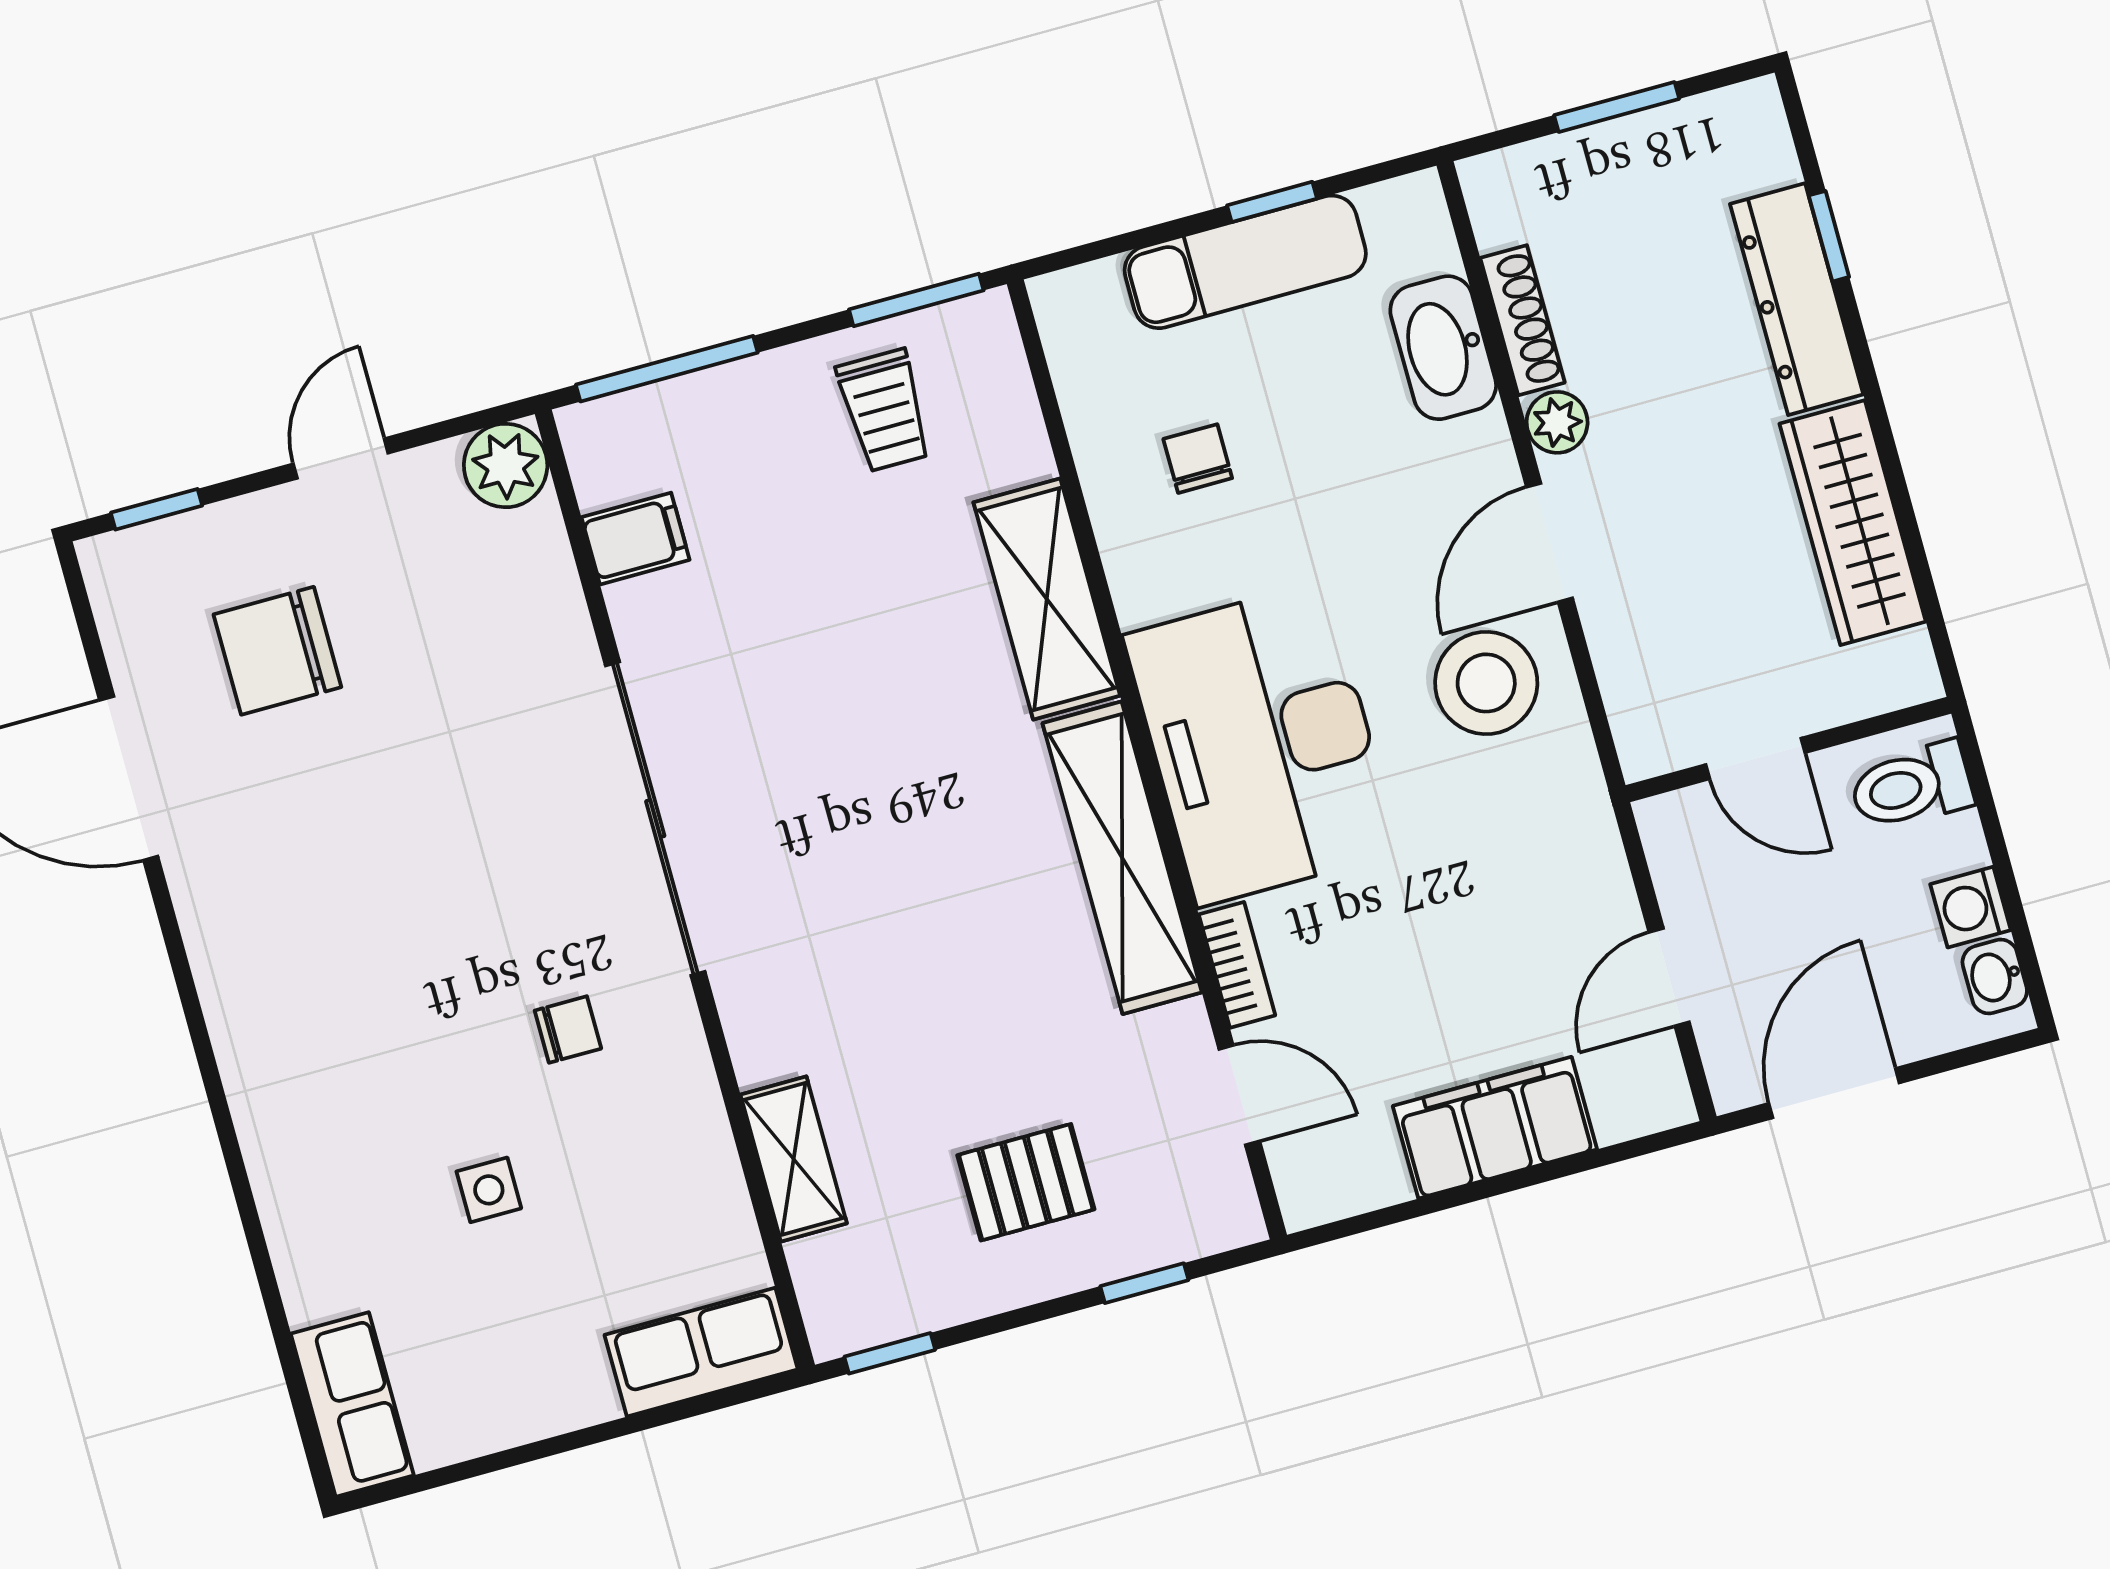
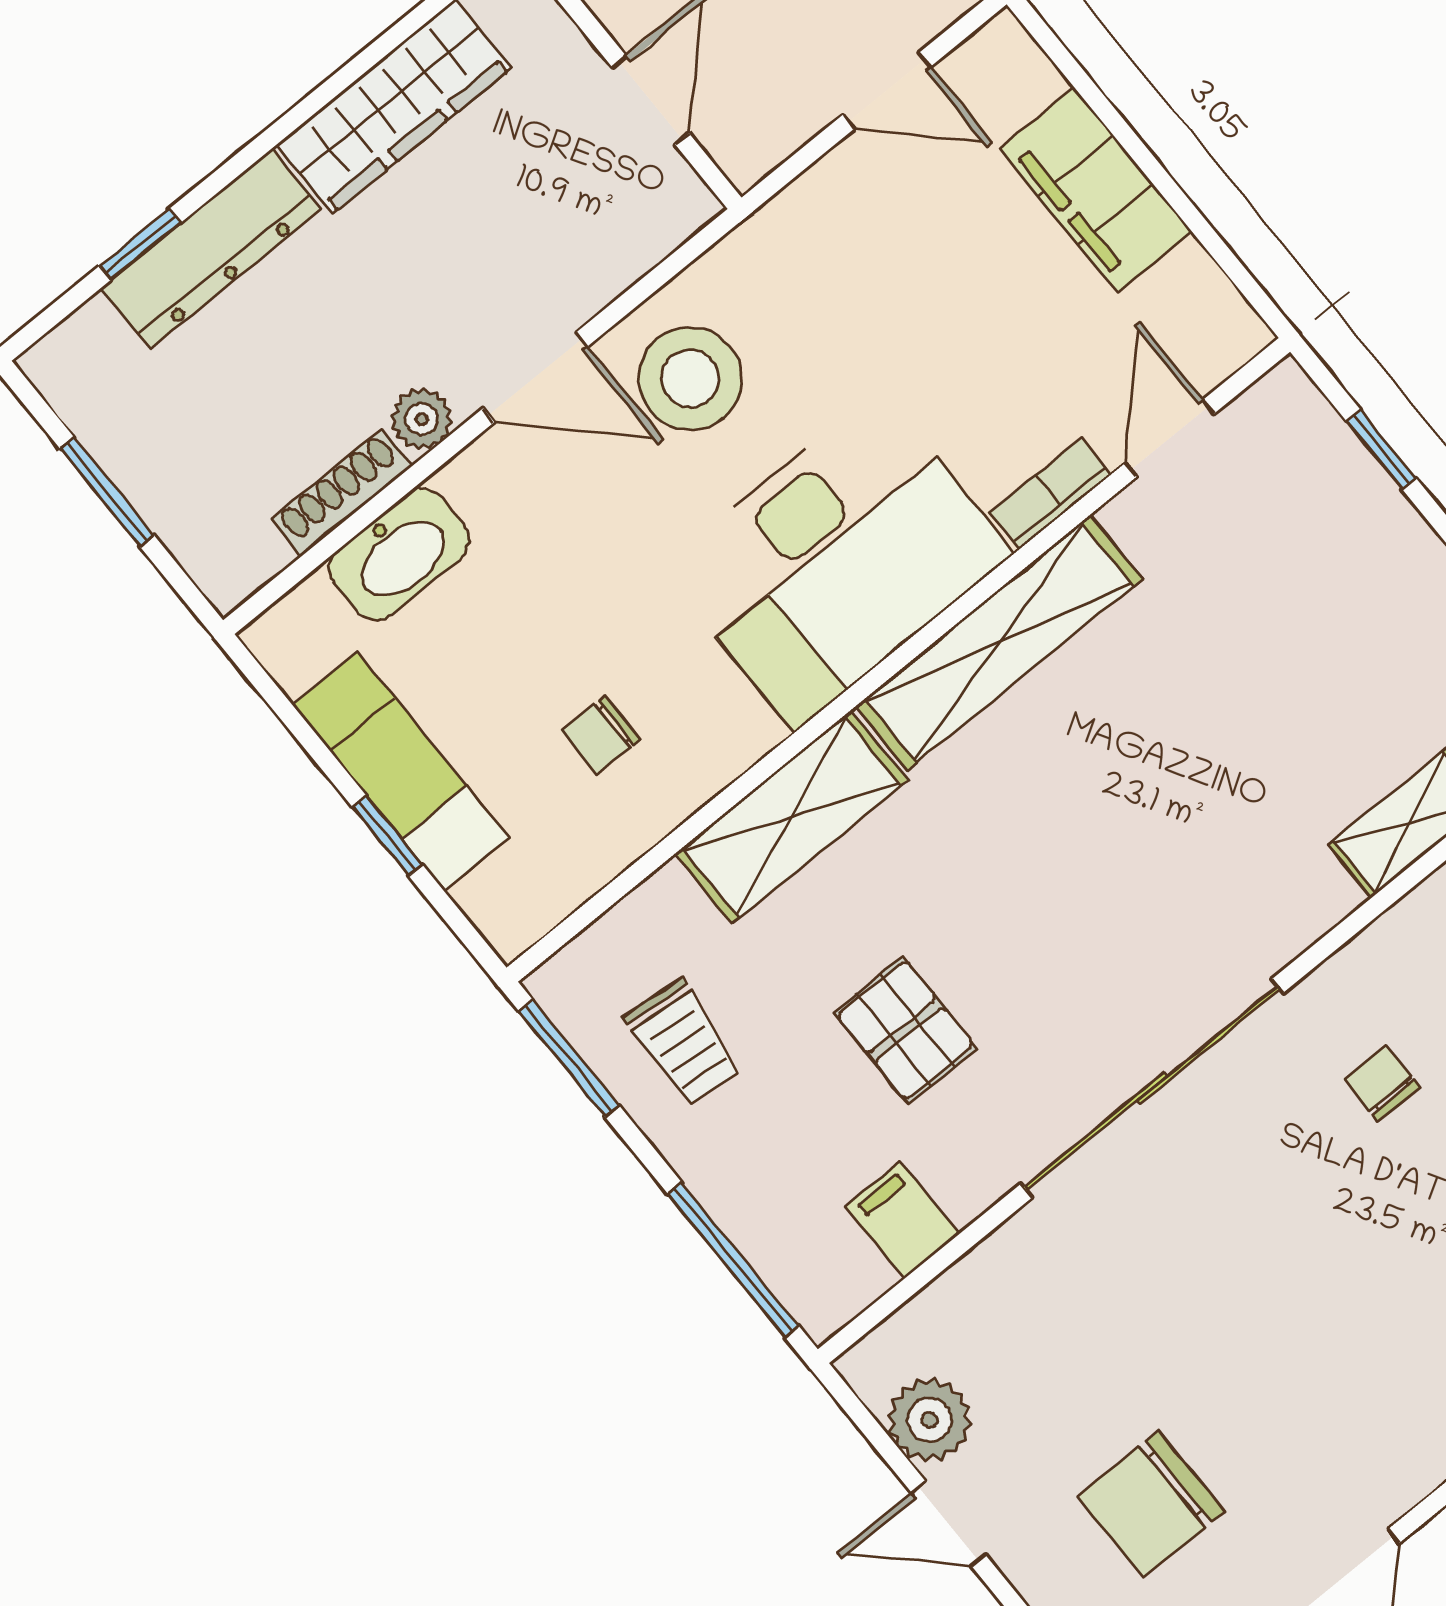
window: (1272, 202) -> (387, 836), moved
trolley: (884, 410) -> (684, 1043), turned 95
plant: (506, 465) -> (929, 1420), moved
chair: (277, 651) -> (1151, 1504), turned 90
pallet: (1026, 1182) -> (905, 1030), moved

